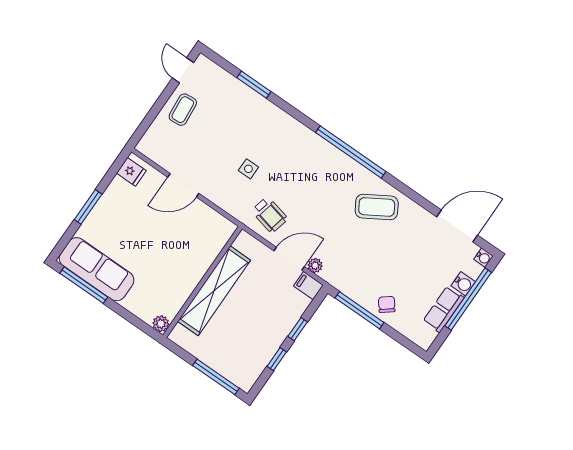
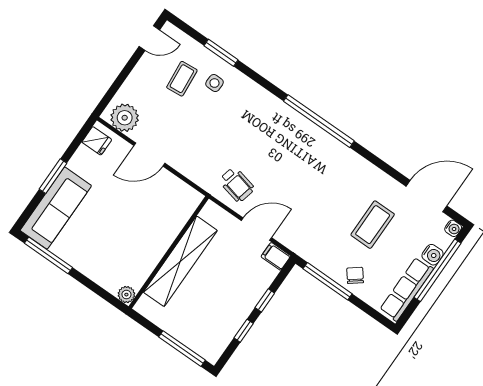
door: (183, 70) -> (149, 38), swing flipped
coffee table: (183, 110) -> (182, 79), moved
side table: (248, 169) -> (214, 83), moved
coffee table: (377, 207) -> (373, 225), moved, turned -59
plant: (315, 266) -> (125, 118), moved, width x1.88, depth x1.88
sofa: (97, 269) -> (56, 208), moved, turned 90
row of seats: (444, 309) -> (407, 289), width x1.48

